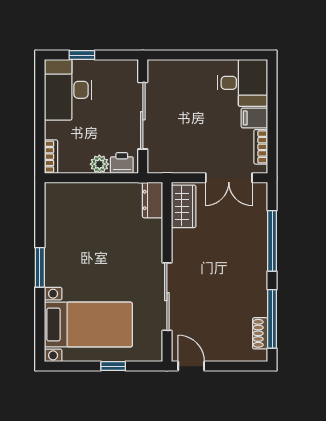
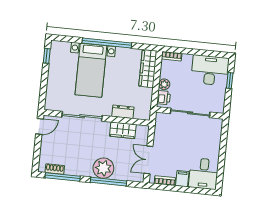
wardrobe: (76, 194) -> (148, 69), added
dresser: (152, 200) -> (123, 112), moved
wardrobe: (184, 206) -> (123, 130), moved
plant: (250, 252) -> (103, 168), added
window: (40, 267) -> (107, 43), width x2.11
bed with nightstands: (88, 325) -> (91, 70), moved
window: (113, 366) -> (47, 56), moved

